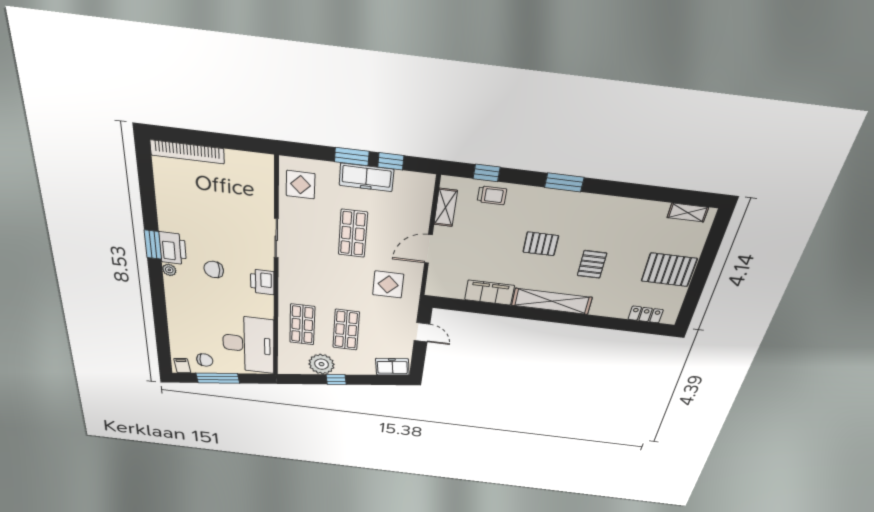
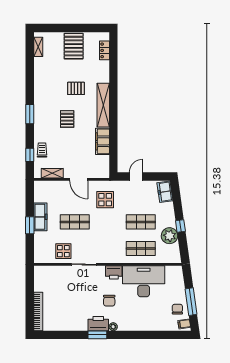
window: (391, 161) -> (30, 205), removed
display table: (301, 185) -> (63, 251), moved
desk: (249, 344) -> (144, 281), moved

